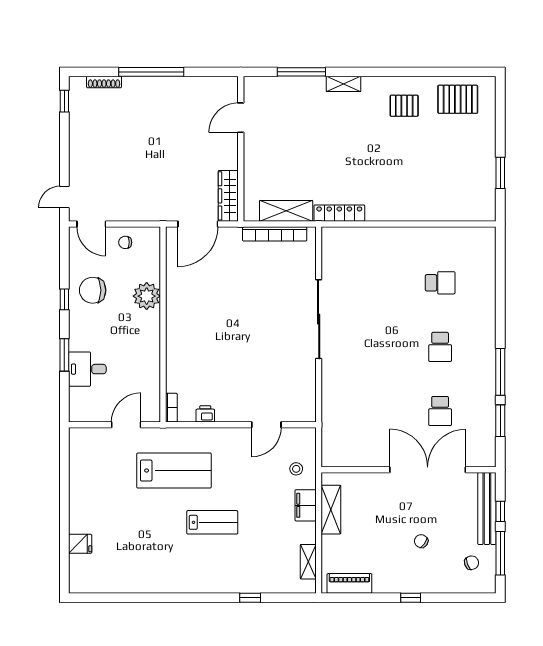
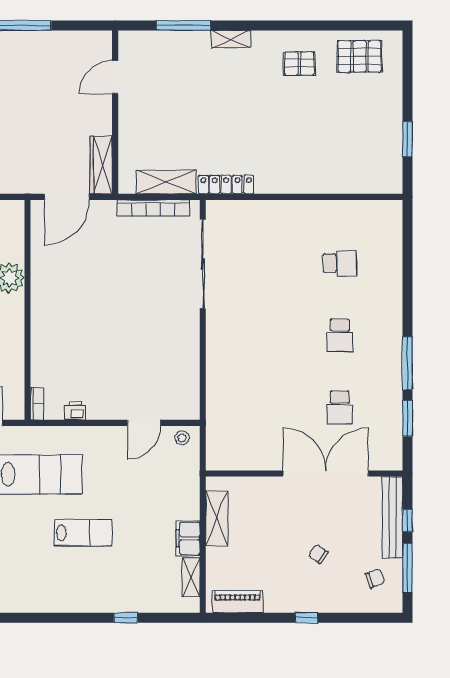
sliding door: (319, 319) -> (203, 264), moved
stool: (296, 469) -> (182, 438), moved
filing cabinet: (306, 505) -> (188, 538), moved

